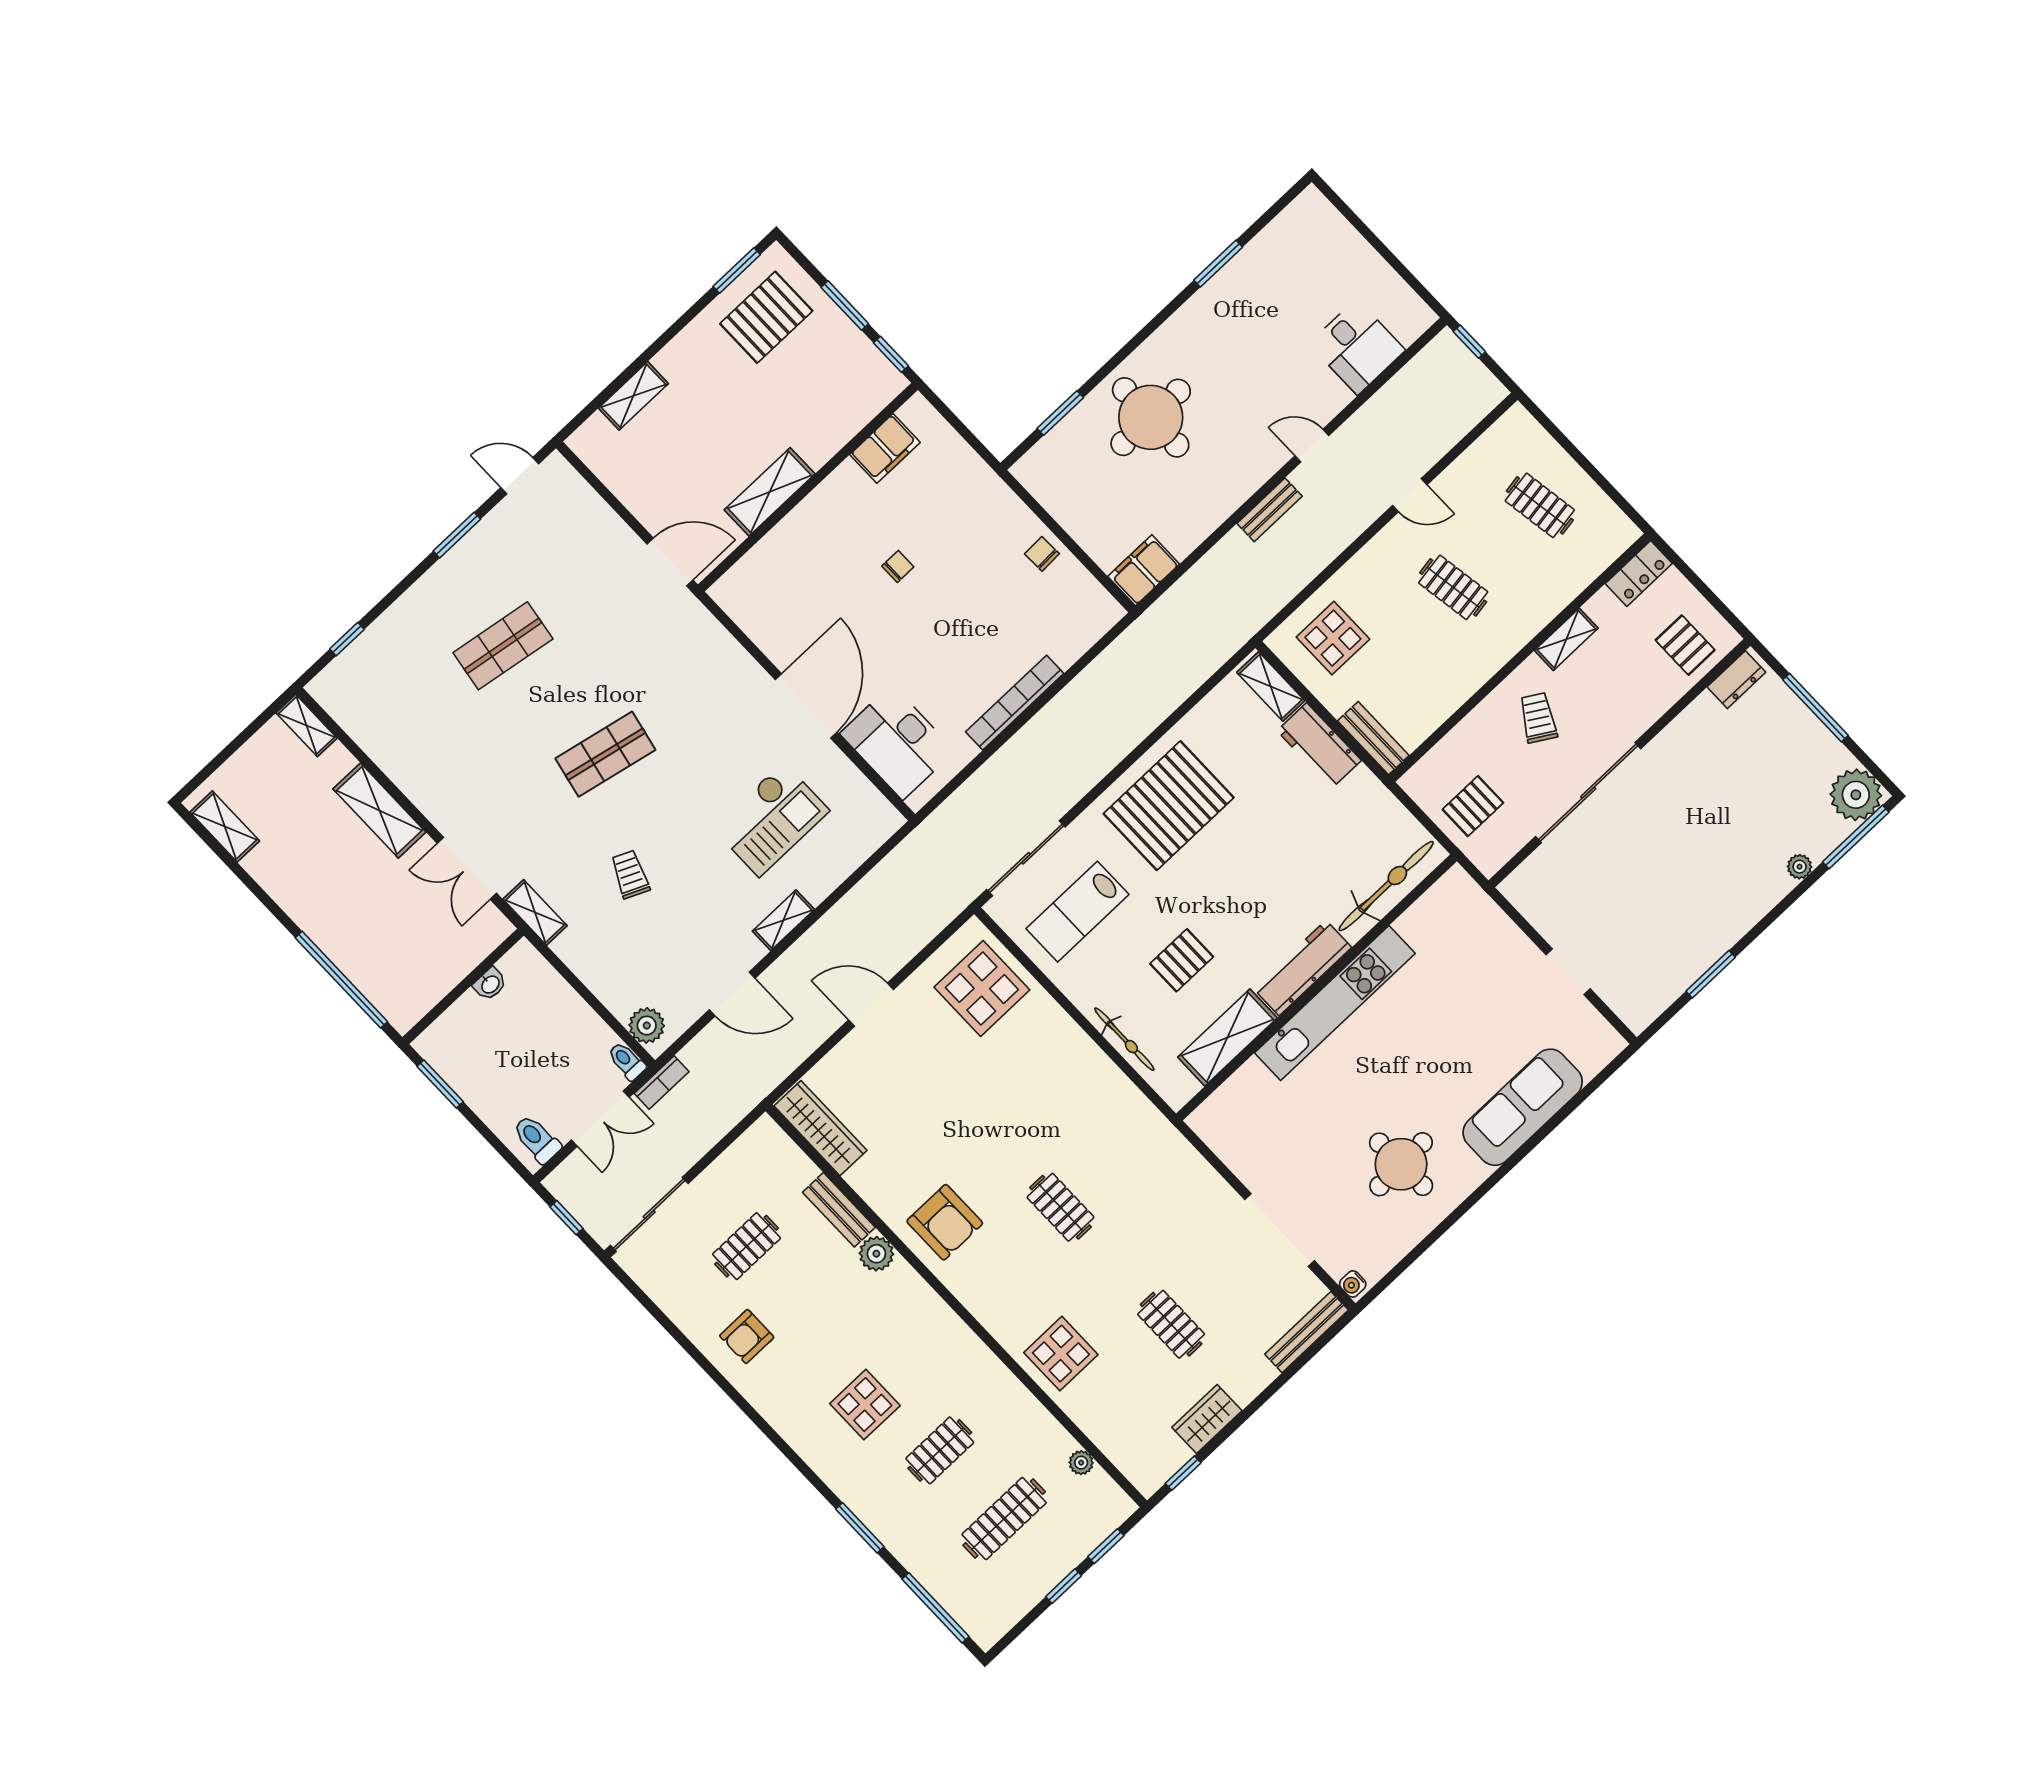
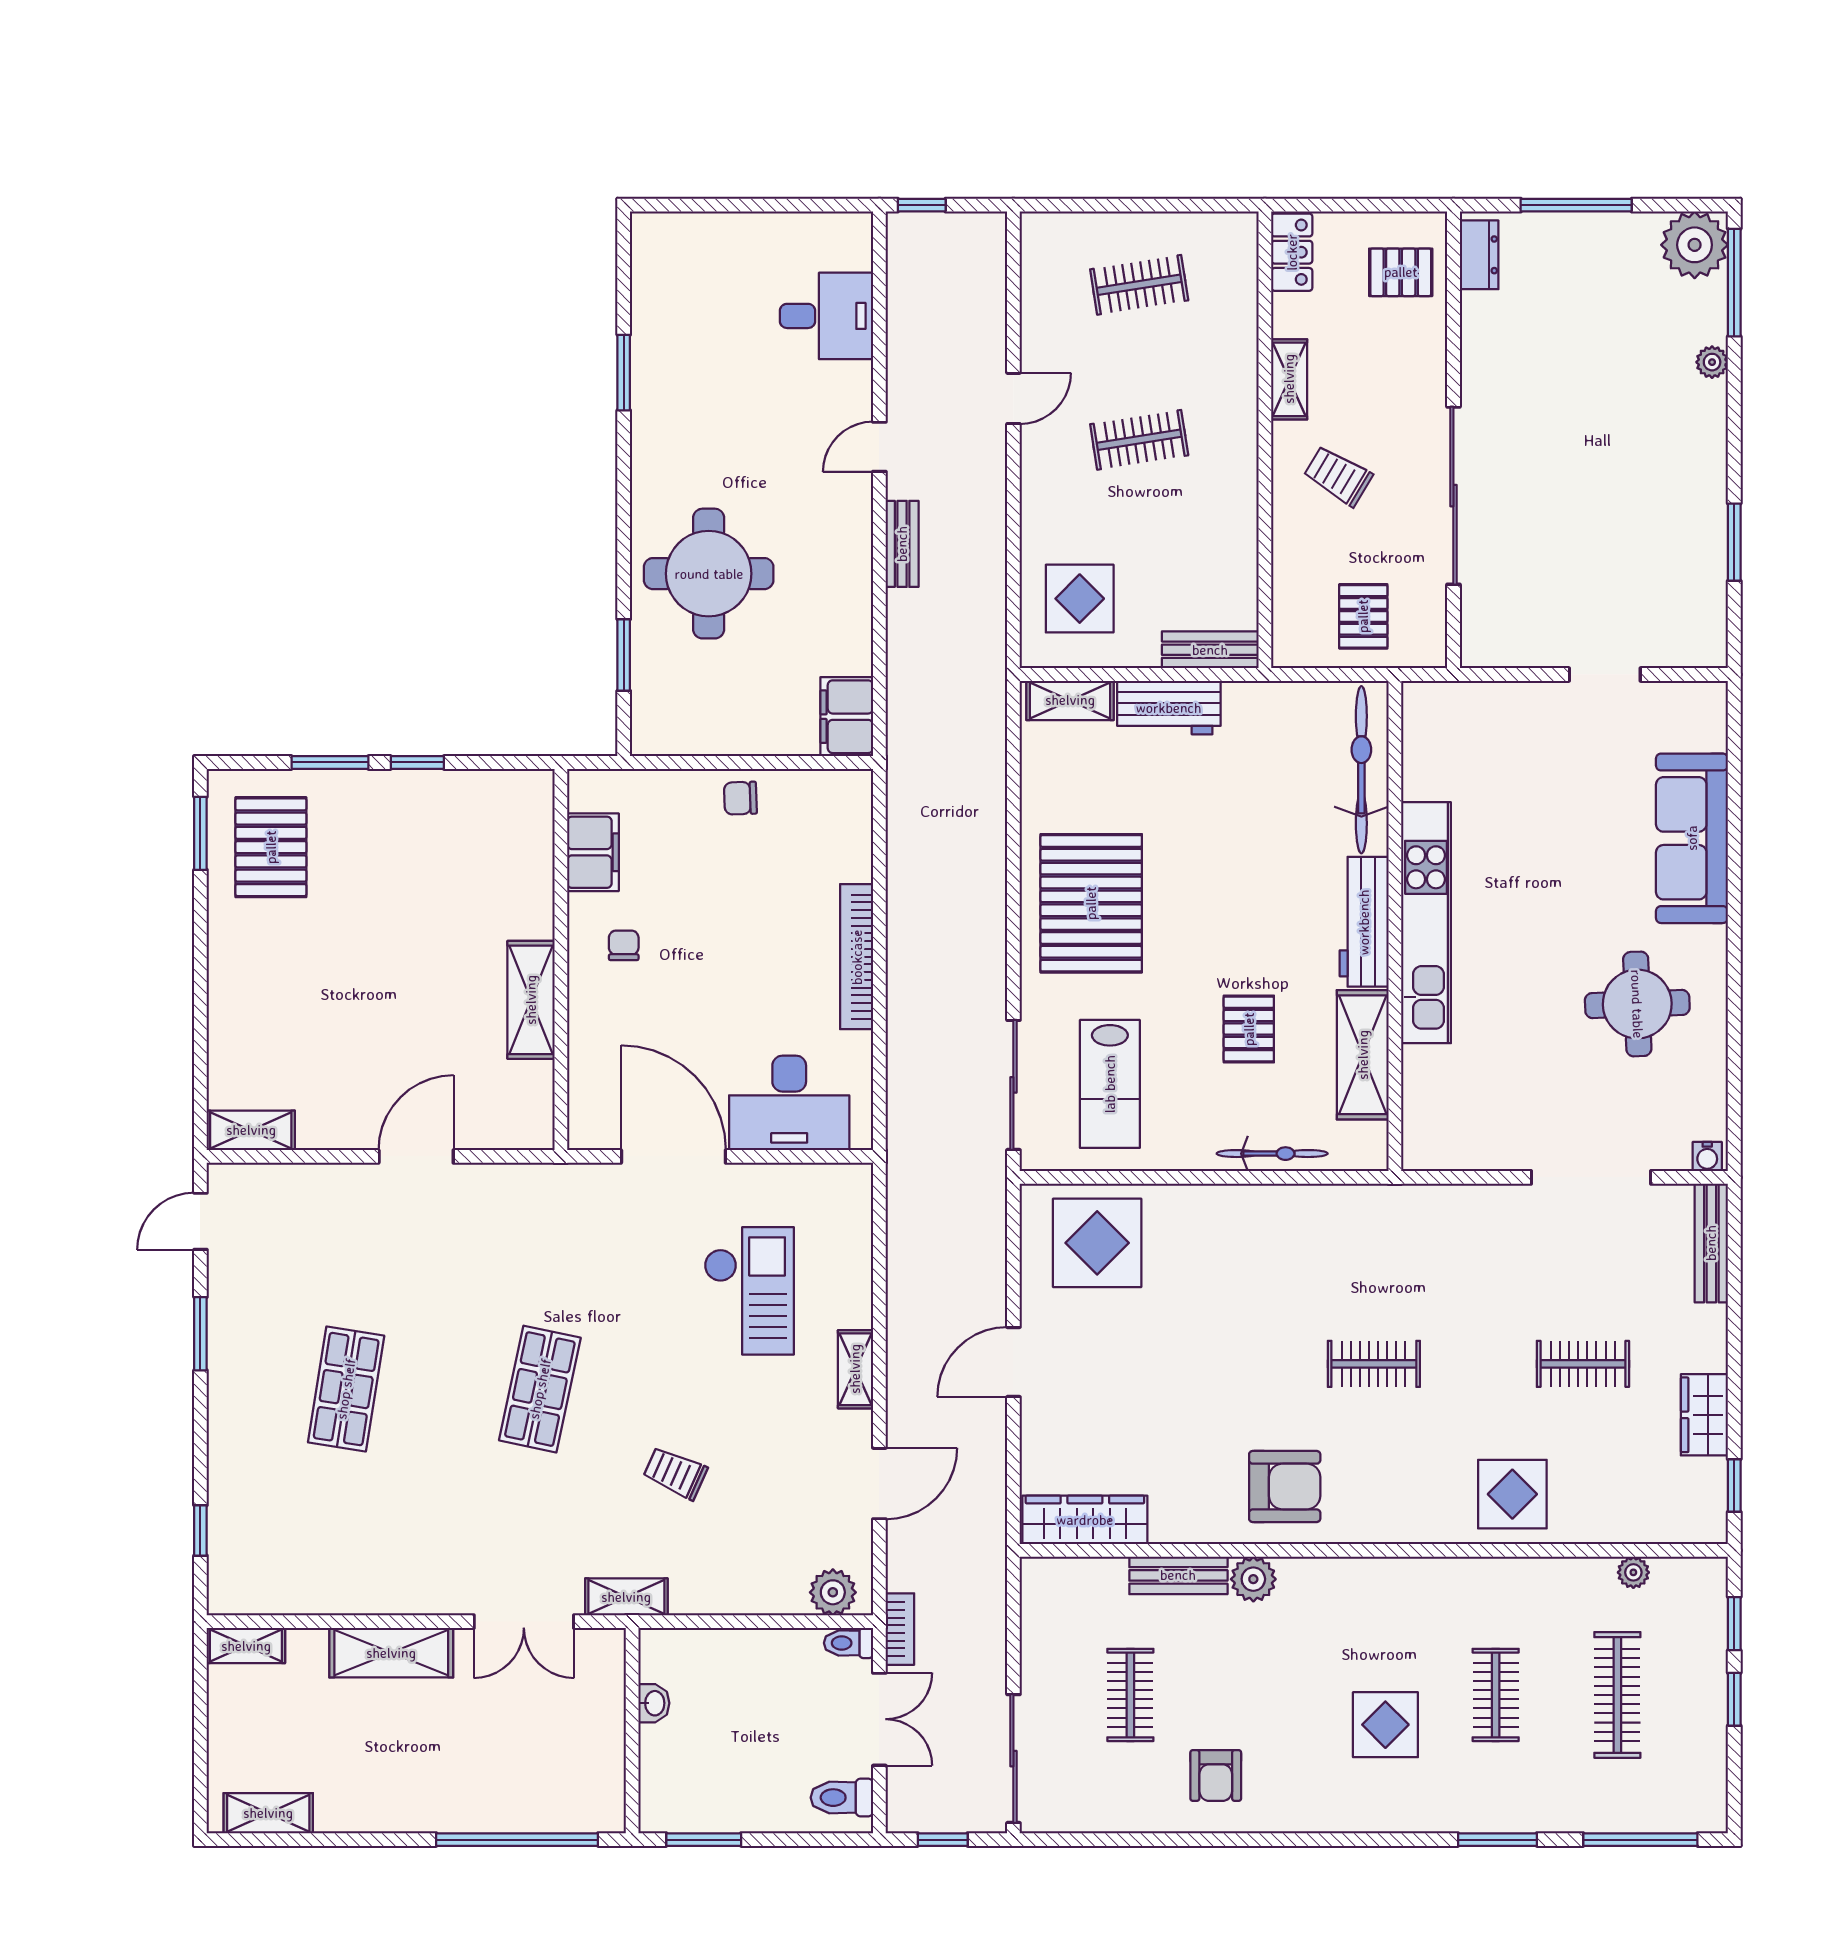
shelving: (633, 396) -> (251, 1130), moved, turned 90
filing cabinet: (885, 448) -> (593, 852), moved
wall: (808, 487) -> (561, 959), moved
shelving: (770, 492) -> (531, 1000), moved

